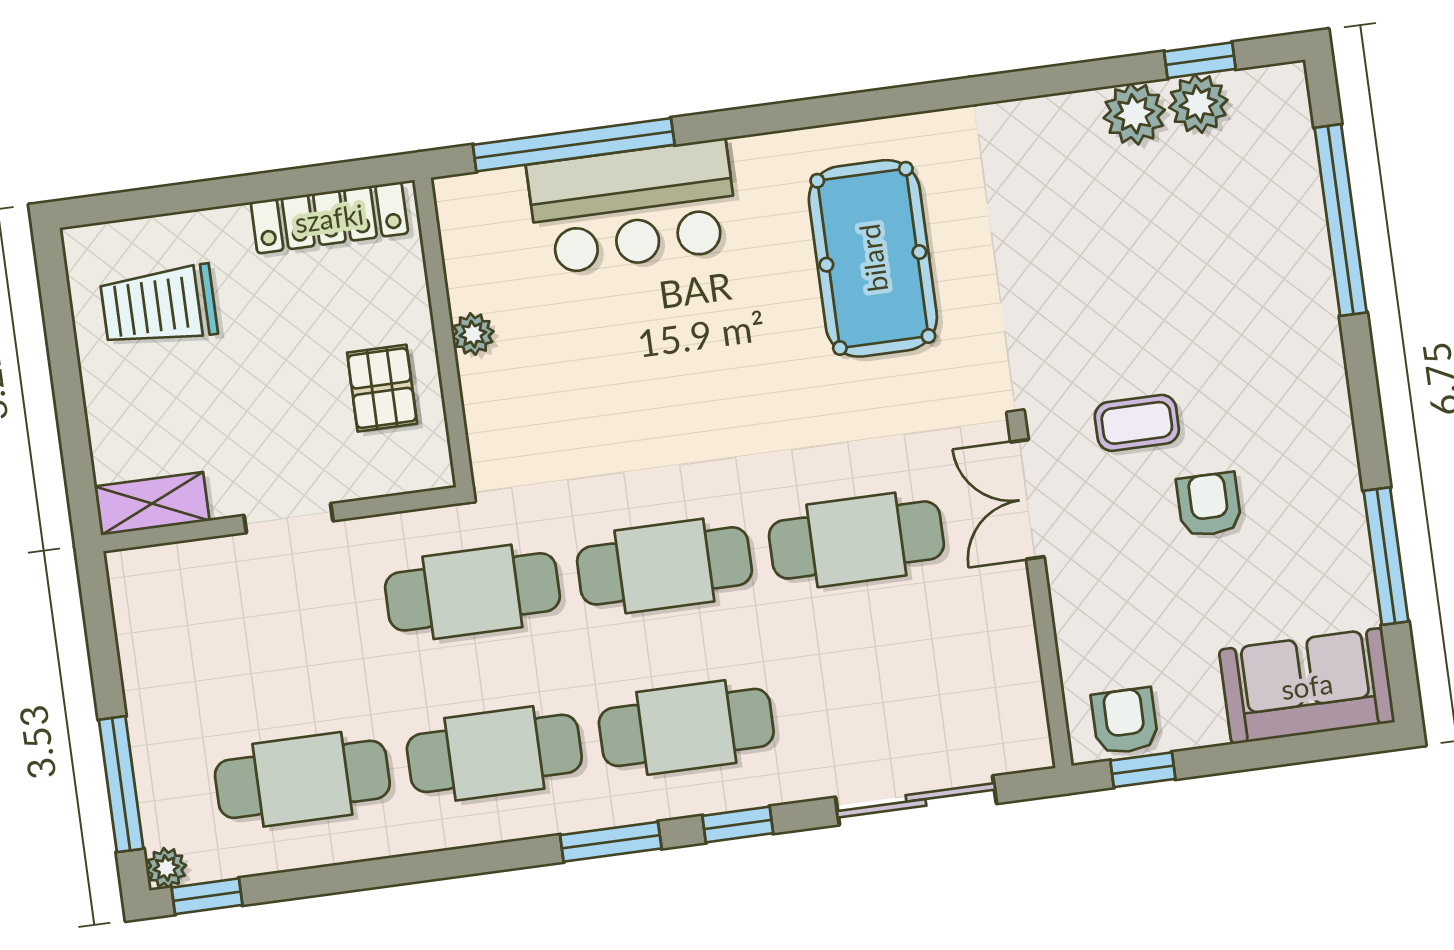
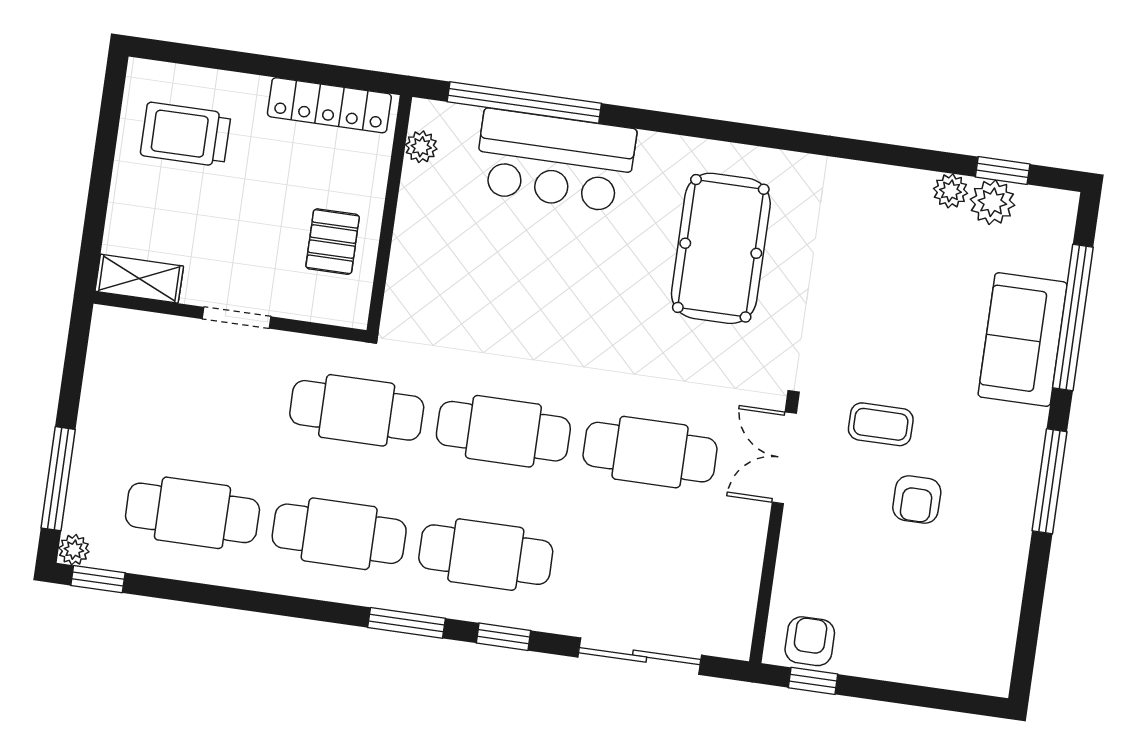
plant: (1134, 114) -> (950, 191), width x0.73, depth x0.73
plant: (473, 334) -> (421, 147), moved
armchair: (1209, 505) -> (917, 500), turned 180
window: (1386, 556) -> (1050, 481), moved
sofa: (1307, 686) -> (1023, 340), moved, turned -90

